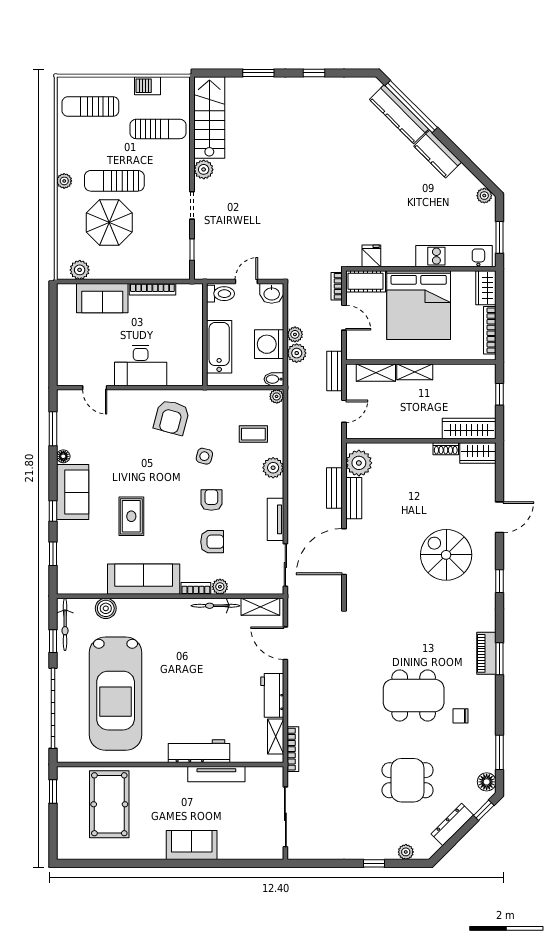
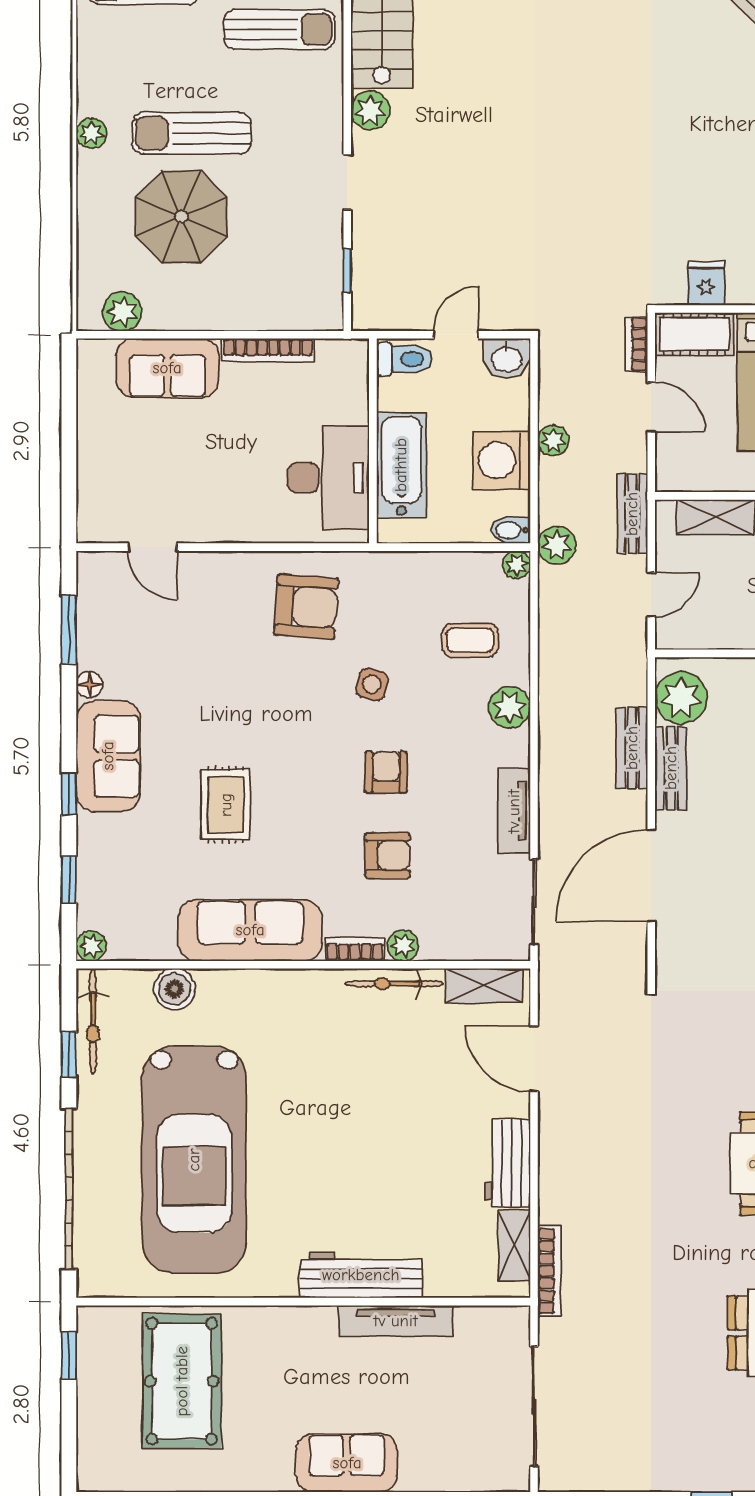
plant: (297, 353) -> (557, 545), moved
desk: (141, 365) -> (328, 478), moved, turned -90
armchair: (171, 417) -> (306, 607), turned -101
plant: (64, 587) -> (91, 946), added

